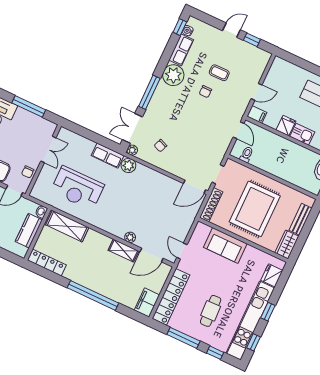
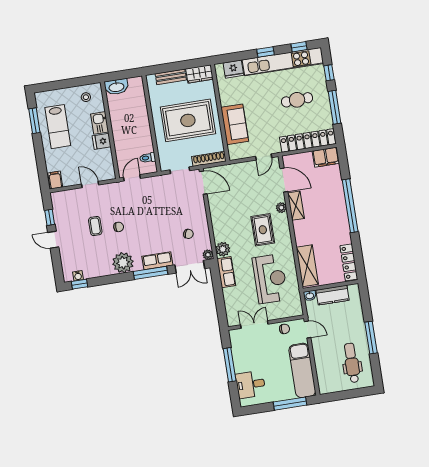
row of seats: (181, 50) -> (157, 261), moved
filing cabinet: (257, 114) -> (55, 180), moved
rug: (122, 210) -> (263, 230), added

